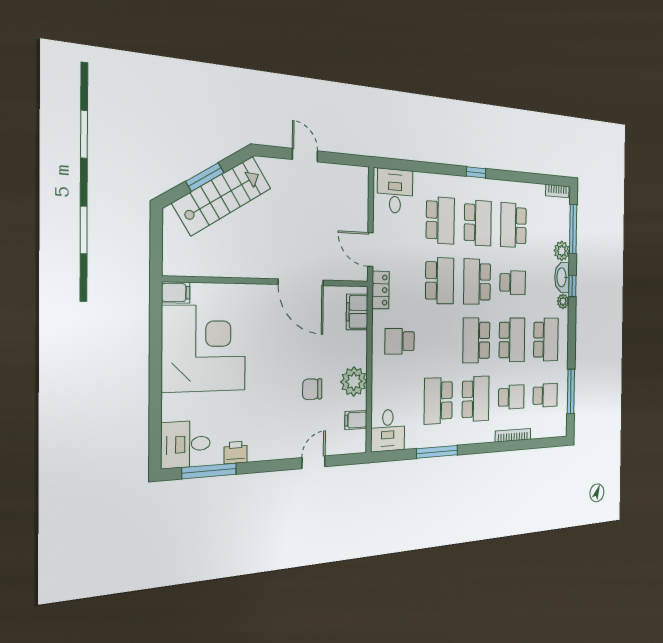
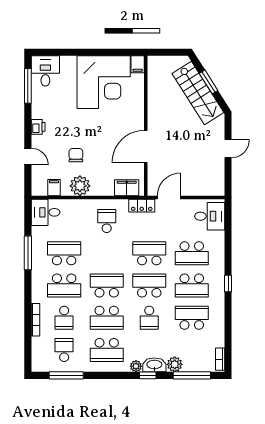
school desk: (440, 281) -> (149, 253), turned 180
school desk: (545, 395) -> (64, 350), turned 180
printer: (236, 452) -> (38, 127), moved

